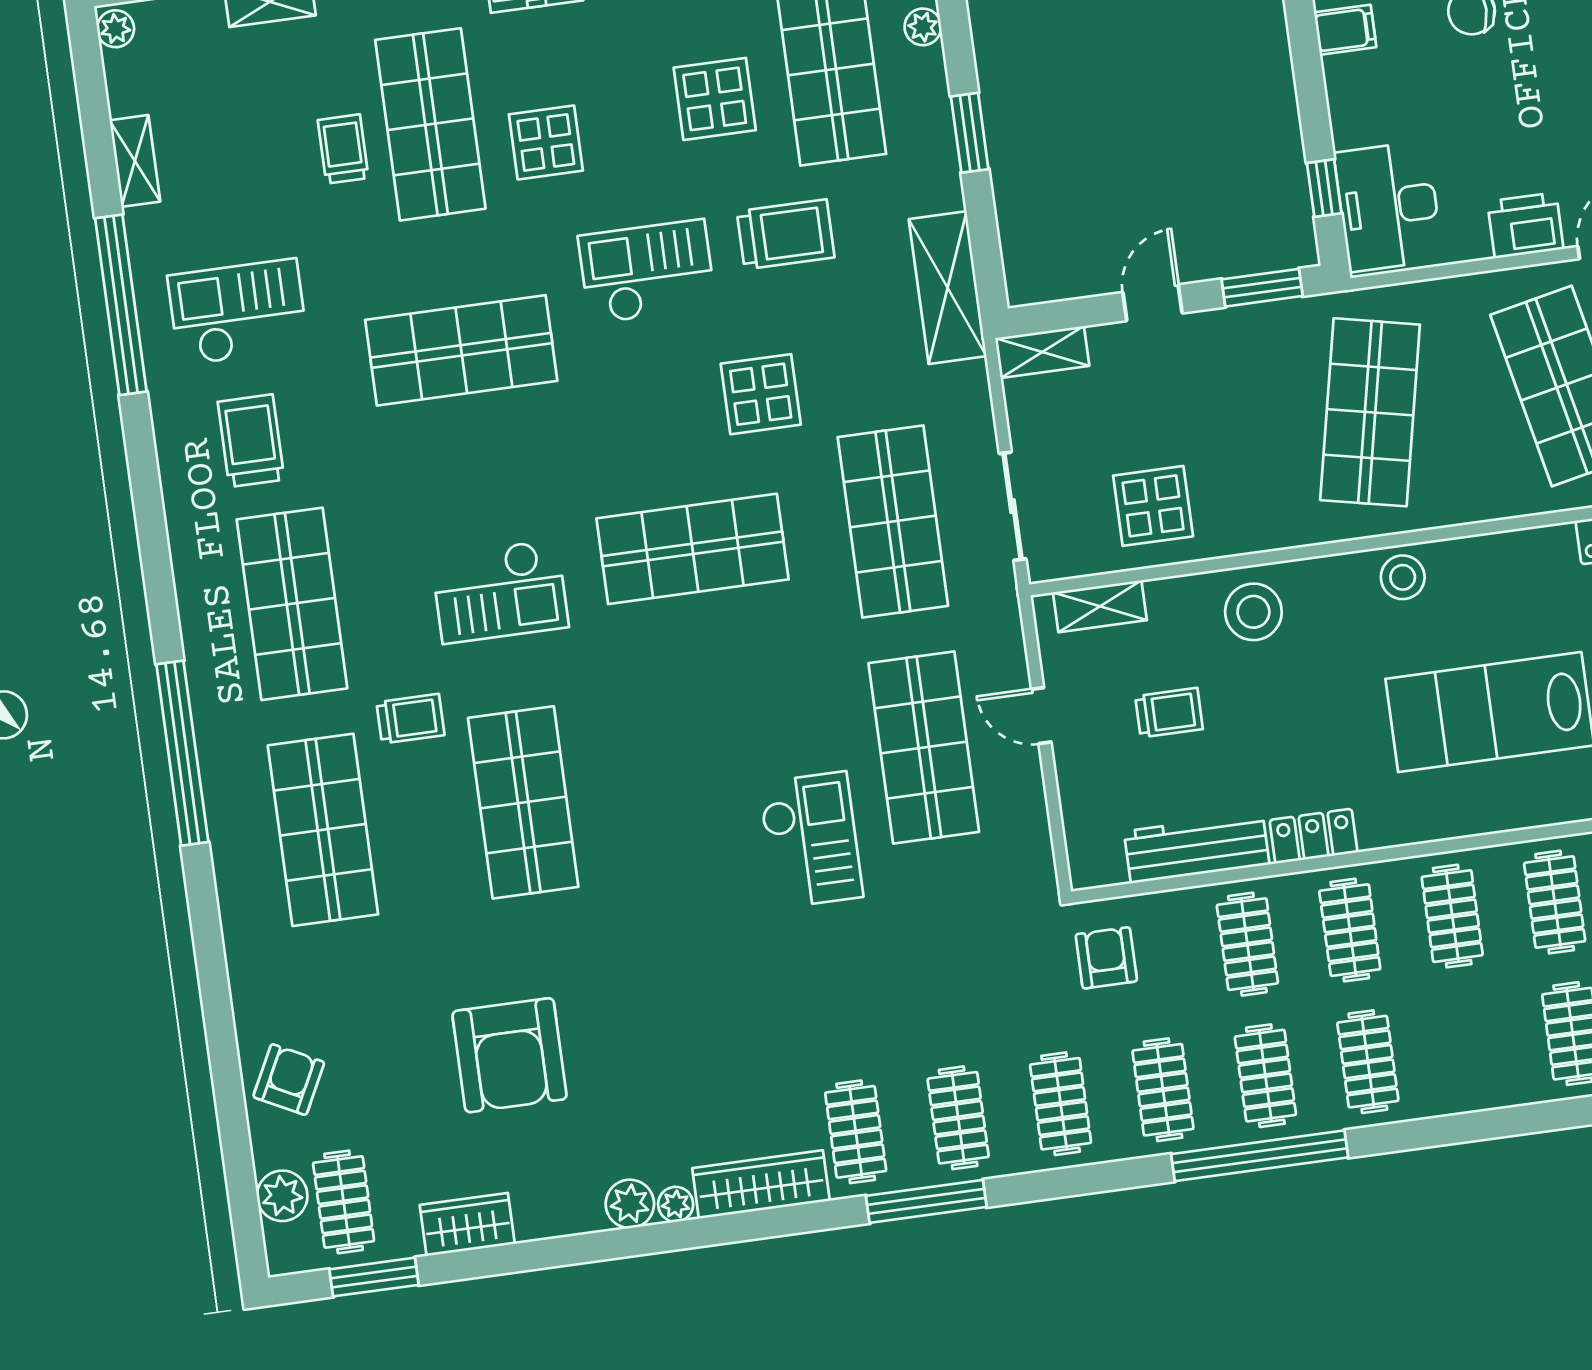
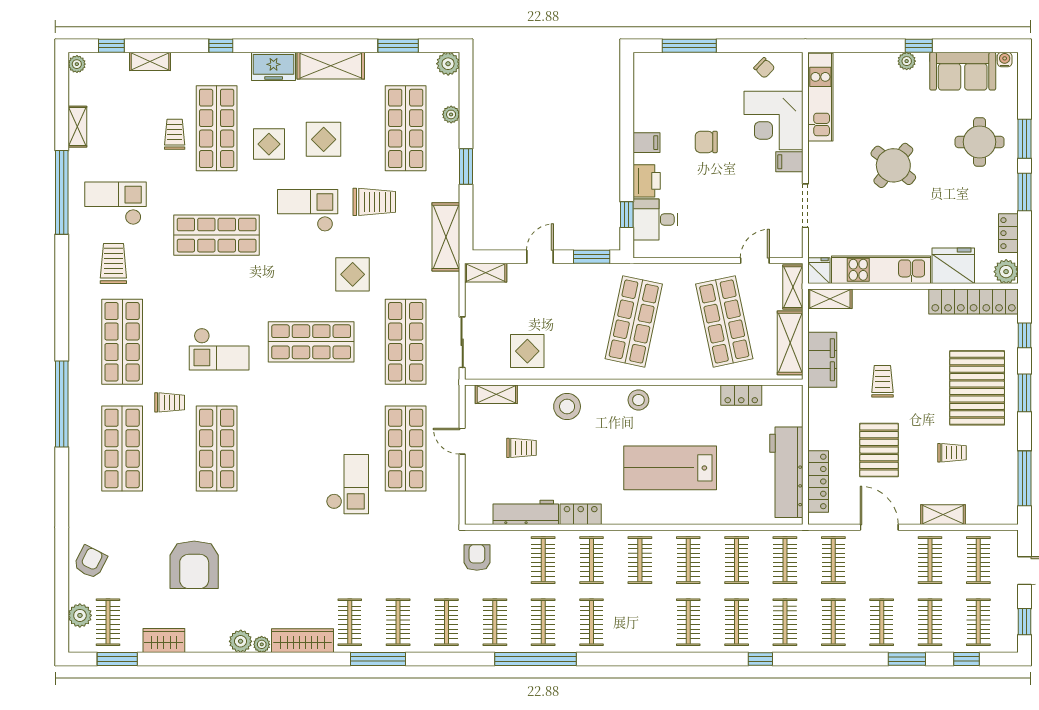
display table: (715, 99) -> (324, 139), moved
desk: (1388, 206) -> (655, 219), width x0.73
printer: (1525, 225) -> (647, 181), moved, turned 90

